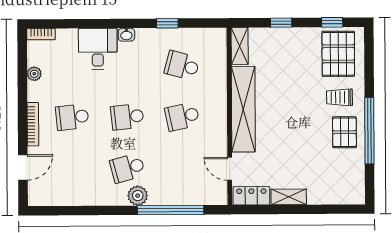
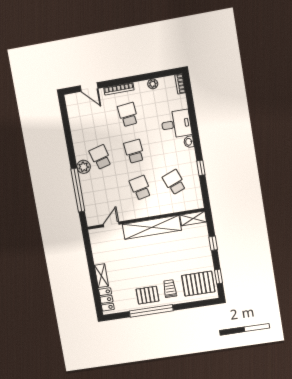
school desk: (182, 65) -> (174, 182), turned -36
locker: (251, 196) -> (106, 299), moved
shelving: (289, 197) -> (101, 276), moved

